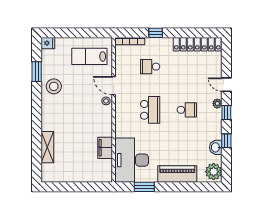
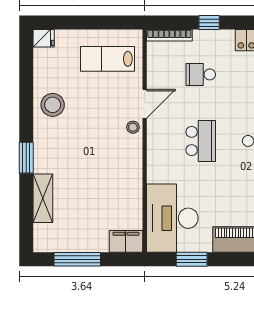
window: (37, 72) -> (26, 158), moved
door: (114, 86) -> (145, 104), swing flipped
filing cabinet: (105, 148) -> (126, 241), moved, turned 90
window: (70, 187) -> (77, 259), added

